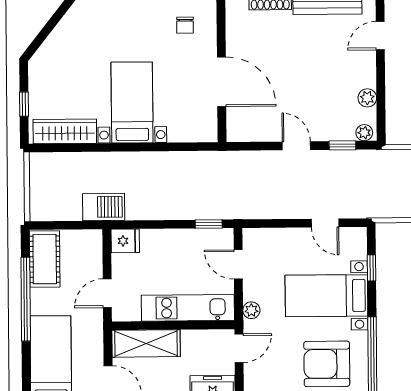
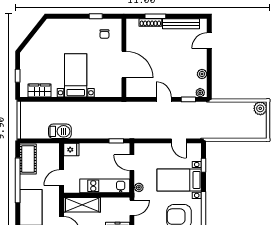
wardrobe: (65, 131) -> (40, 91), width x0.67

